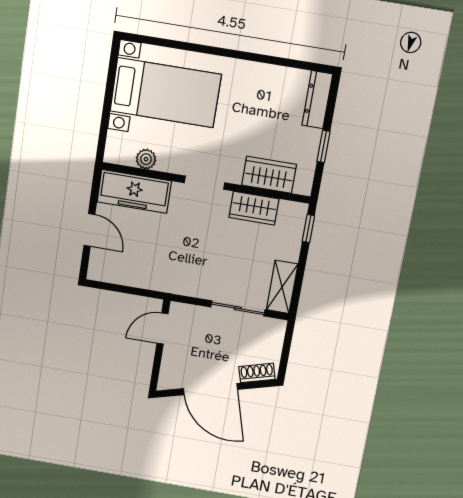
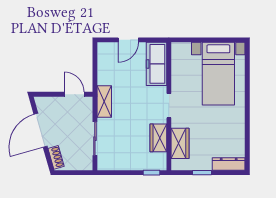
plant: (146, 159) -> (177, 68), removed
shelving: (282, 287) -> (104, 102), moved, turned 90

